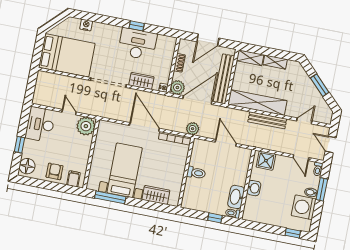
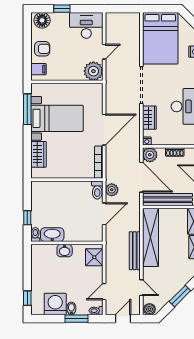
boiler: (327, 117) -> (149, 309), added
plant: (193, 129) -> (112, 190), moved
toilet: (196, 173) -> (97, 190), moved

